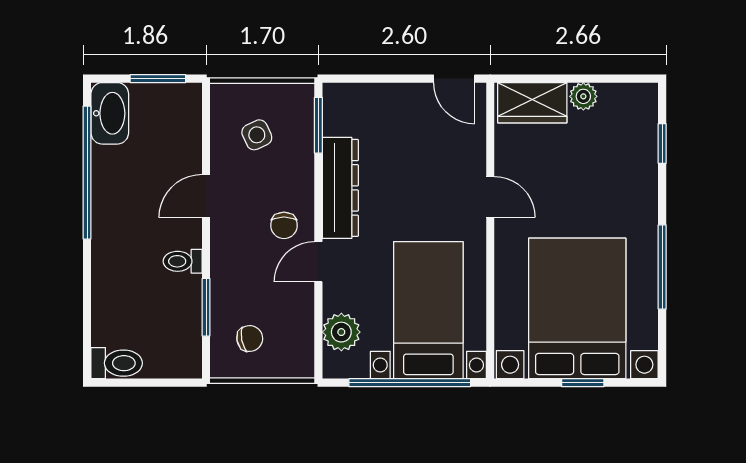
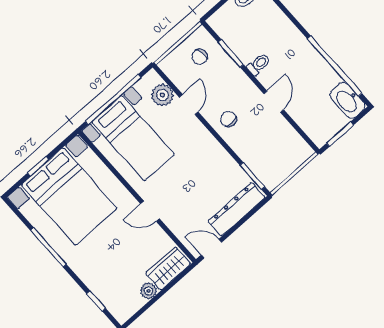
side table: (257, 135) -> (275, 148), removed
dresser: (340, 188) -> (237, 209), moved, turned 90
door: (318, 262) -> (189, 104), moved

